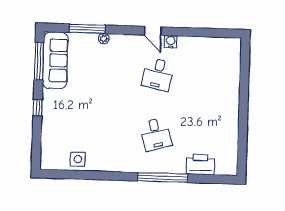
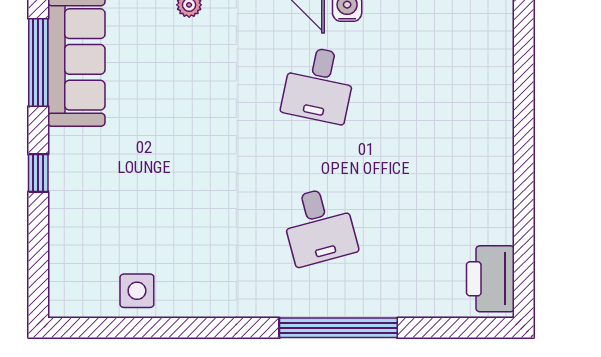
printer: (200, 165) -> (490, 279), moved, turned -90

